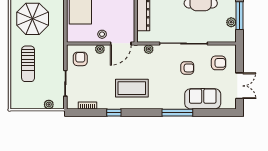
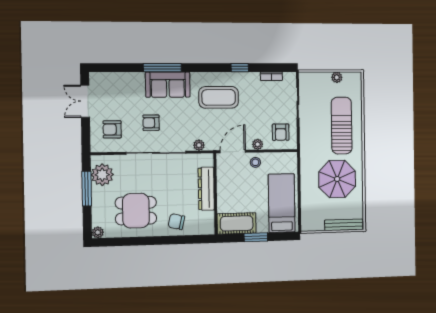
plant: (231, 22) -> (102, 175), width x1.88, depth x1.88
sun lounger: (28, 64) -> (342, 126), width x1.36, depth x1.34
sofa: (203, 99) -> (168, 85), moved
plant: (49, 104) -> (337, 77), moved

